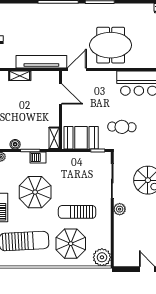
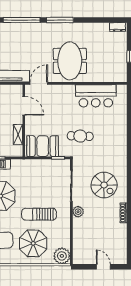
meeting table: (111, 45) -> (70, 61), turned 90
shelving: (54, 138) -> (18, 134), moved

